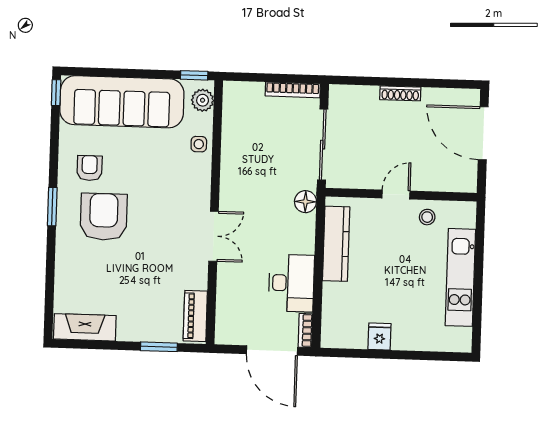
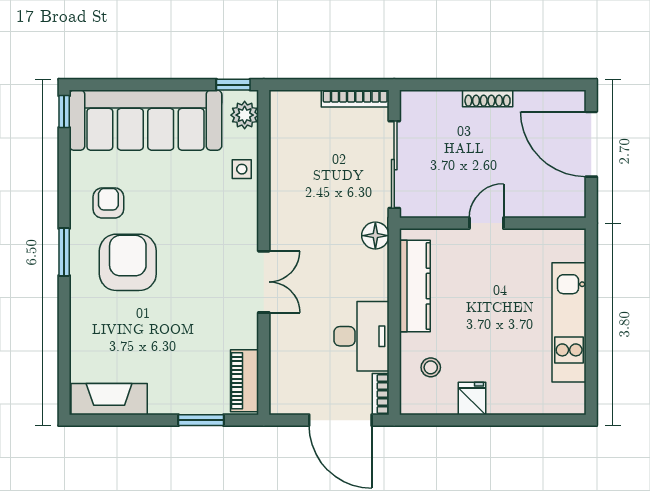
stool: (427, 217) -> (431, 367), moved

